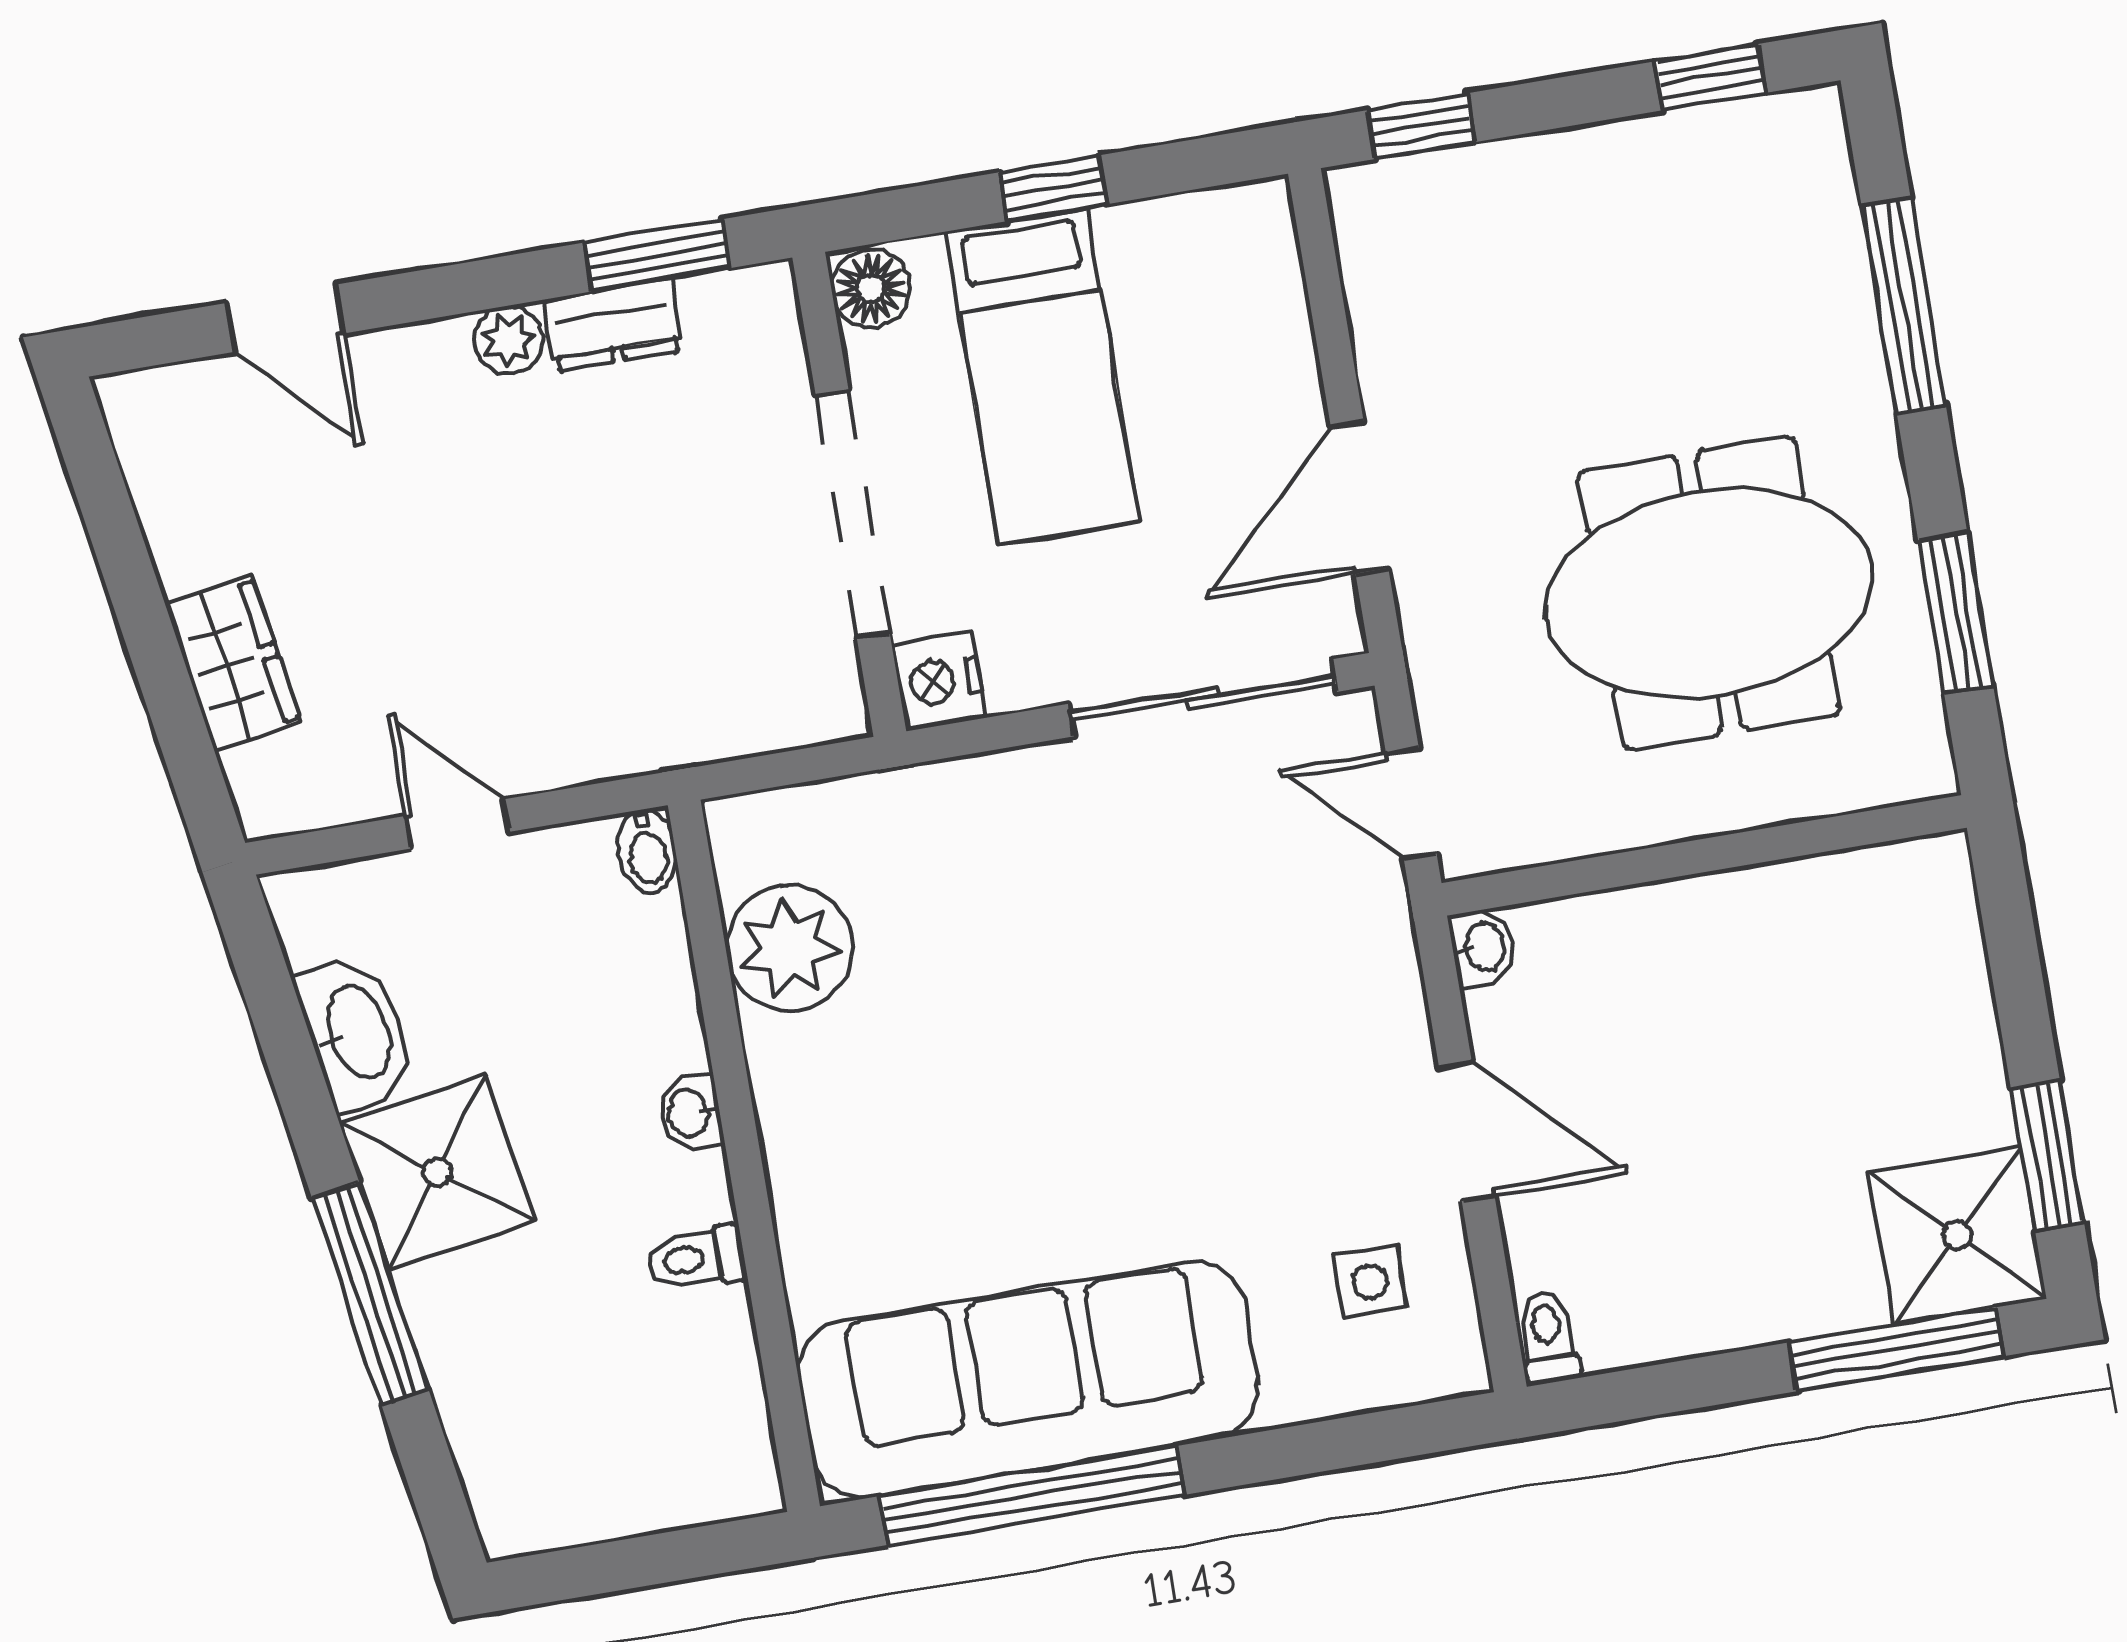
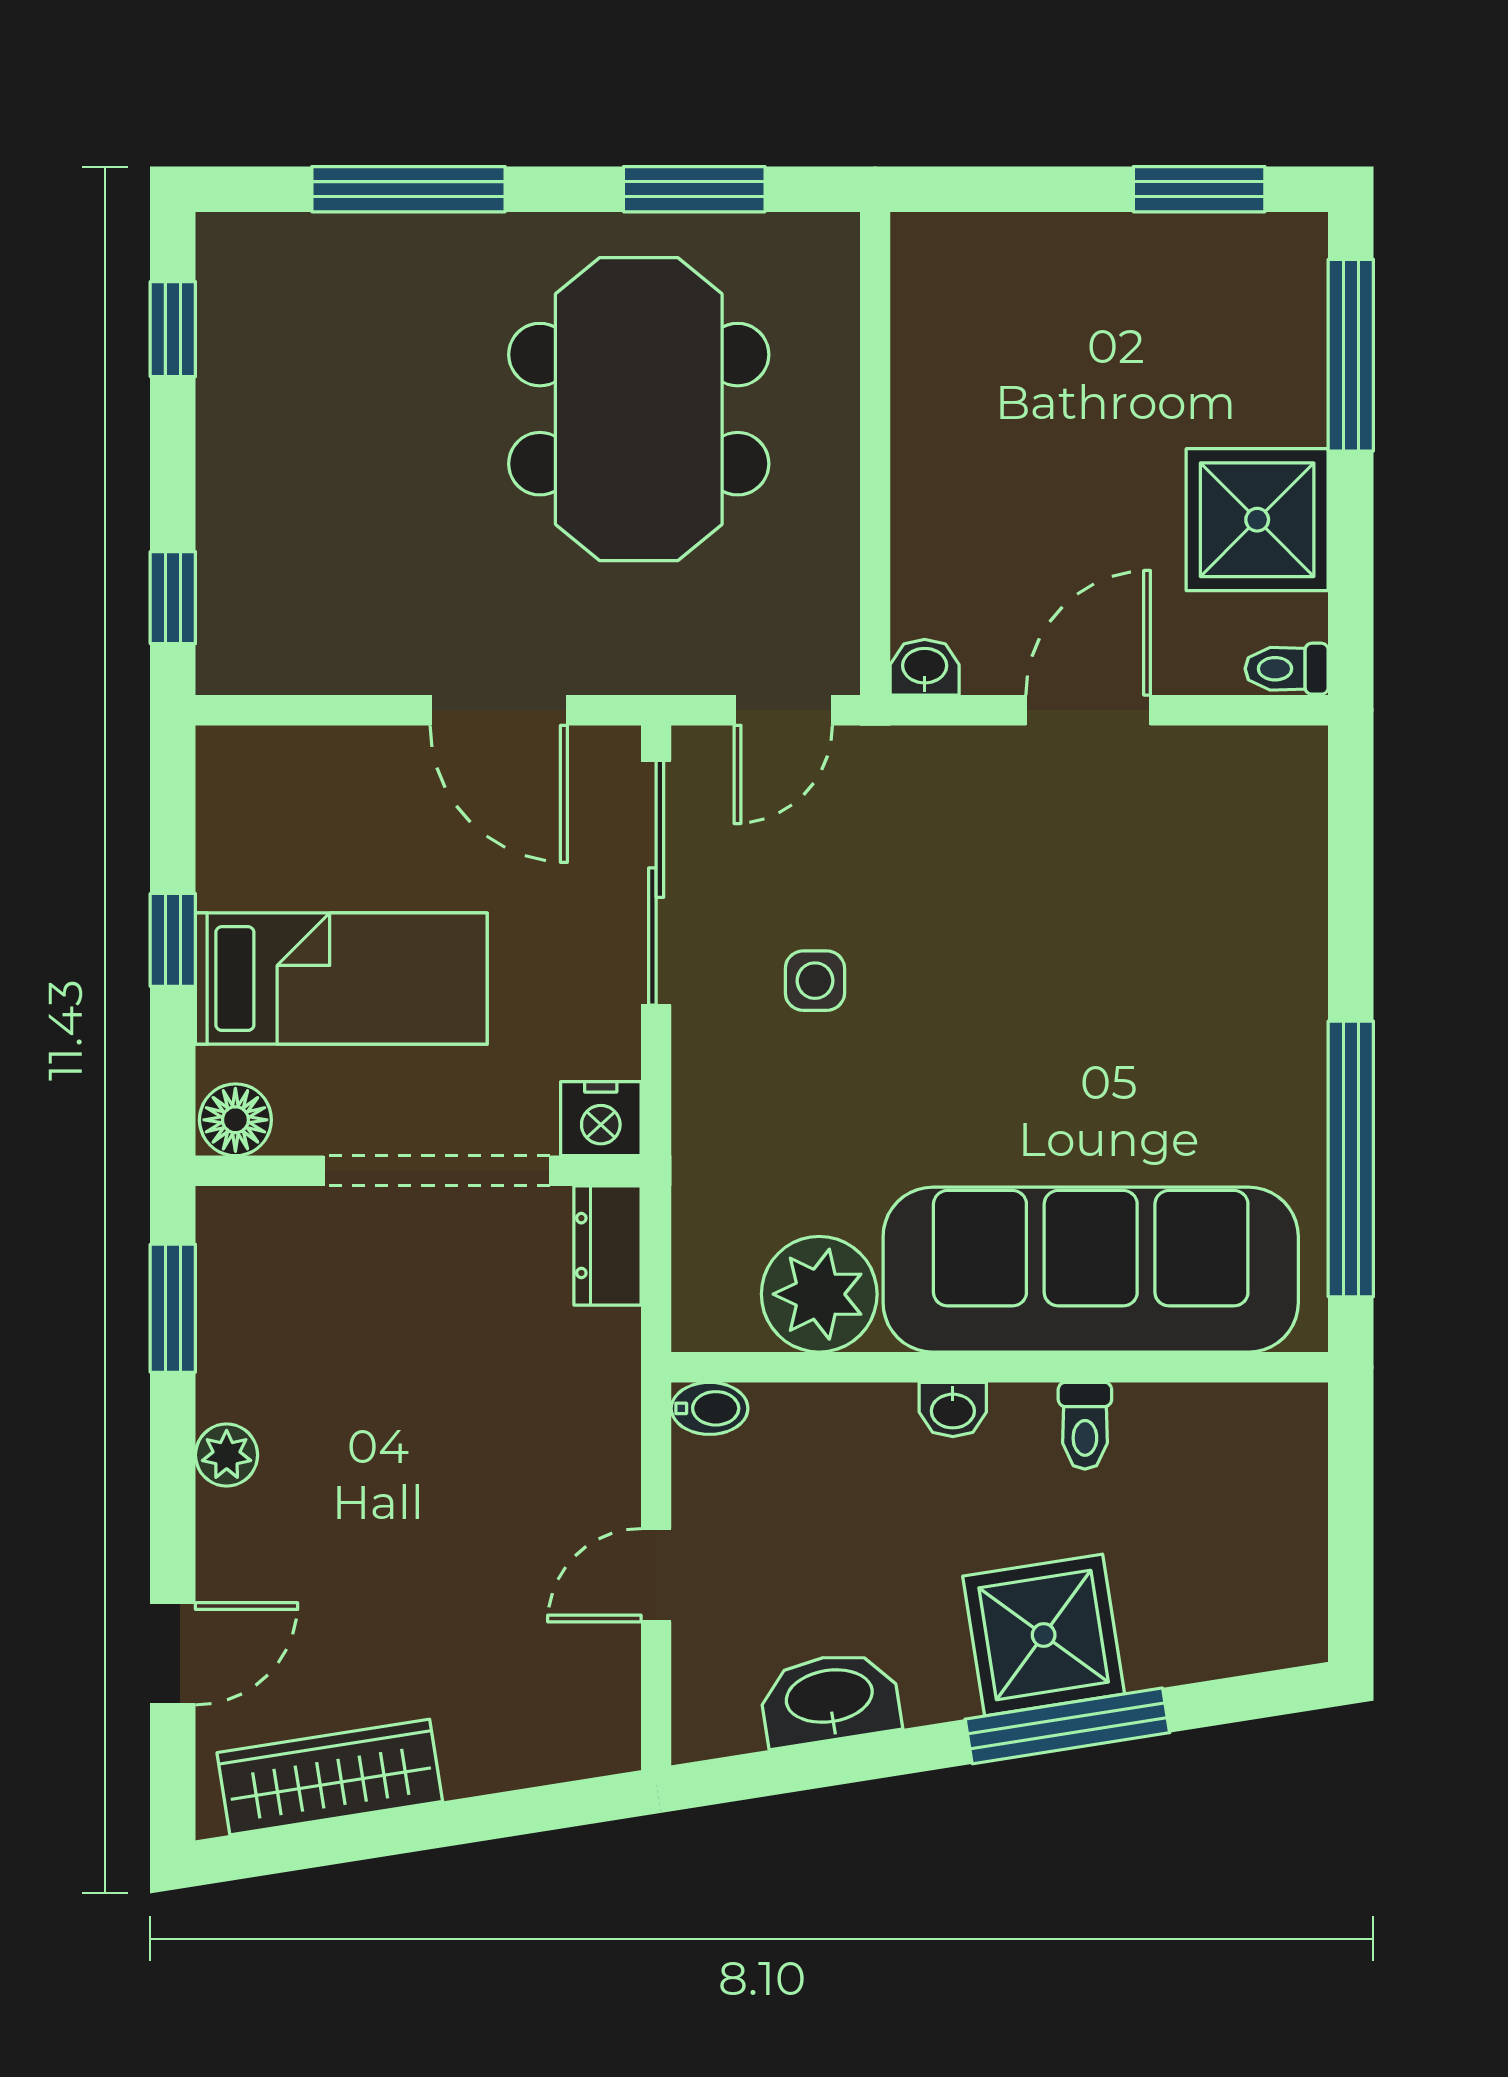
dresser: (613, 325) -> (608, 1246), moved, turned 180
wardrobe: (233, 663) -> (330, 1777), moved, width x1.50
shower: (437, 1172) -> (1044, 1635), moved
shower: (1957, 1235) -> (1257, 520), moved
side table: (1370, 1281) -> (815, 981), moved
sofa: (1028, 1380) -> (1091, 1270), moved, turned 90

